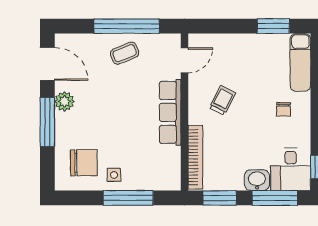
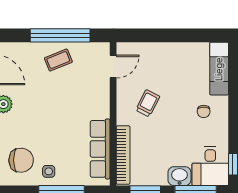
window: (273, 26) -> (194, 35), removed
row of seats: (170, 112) -> (100, 149), moved

